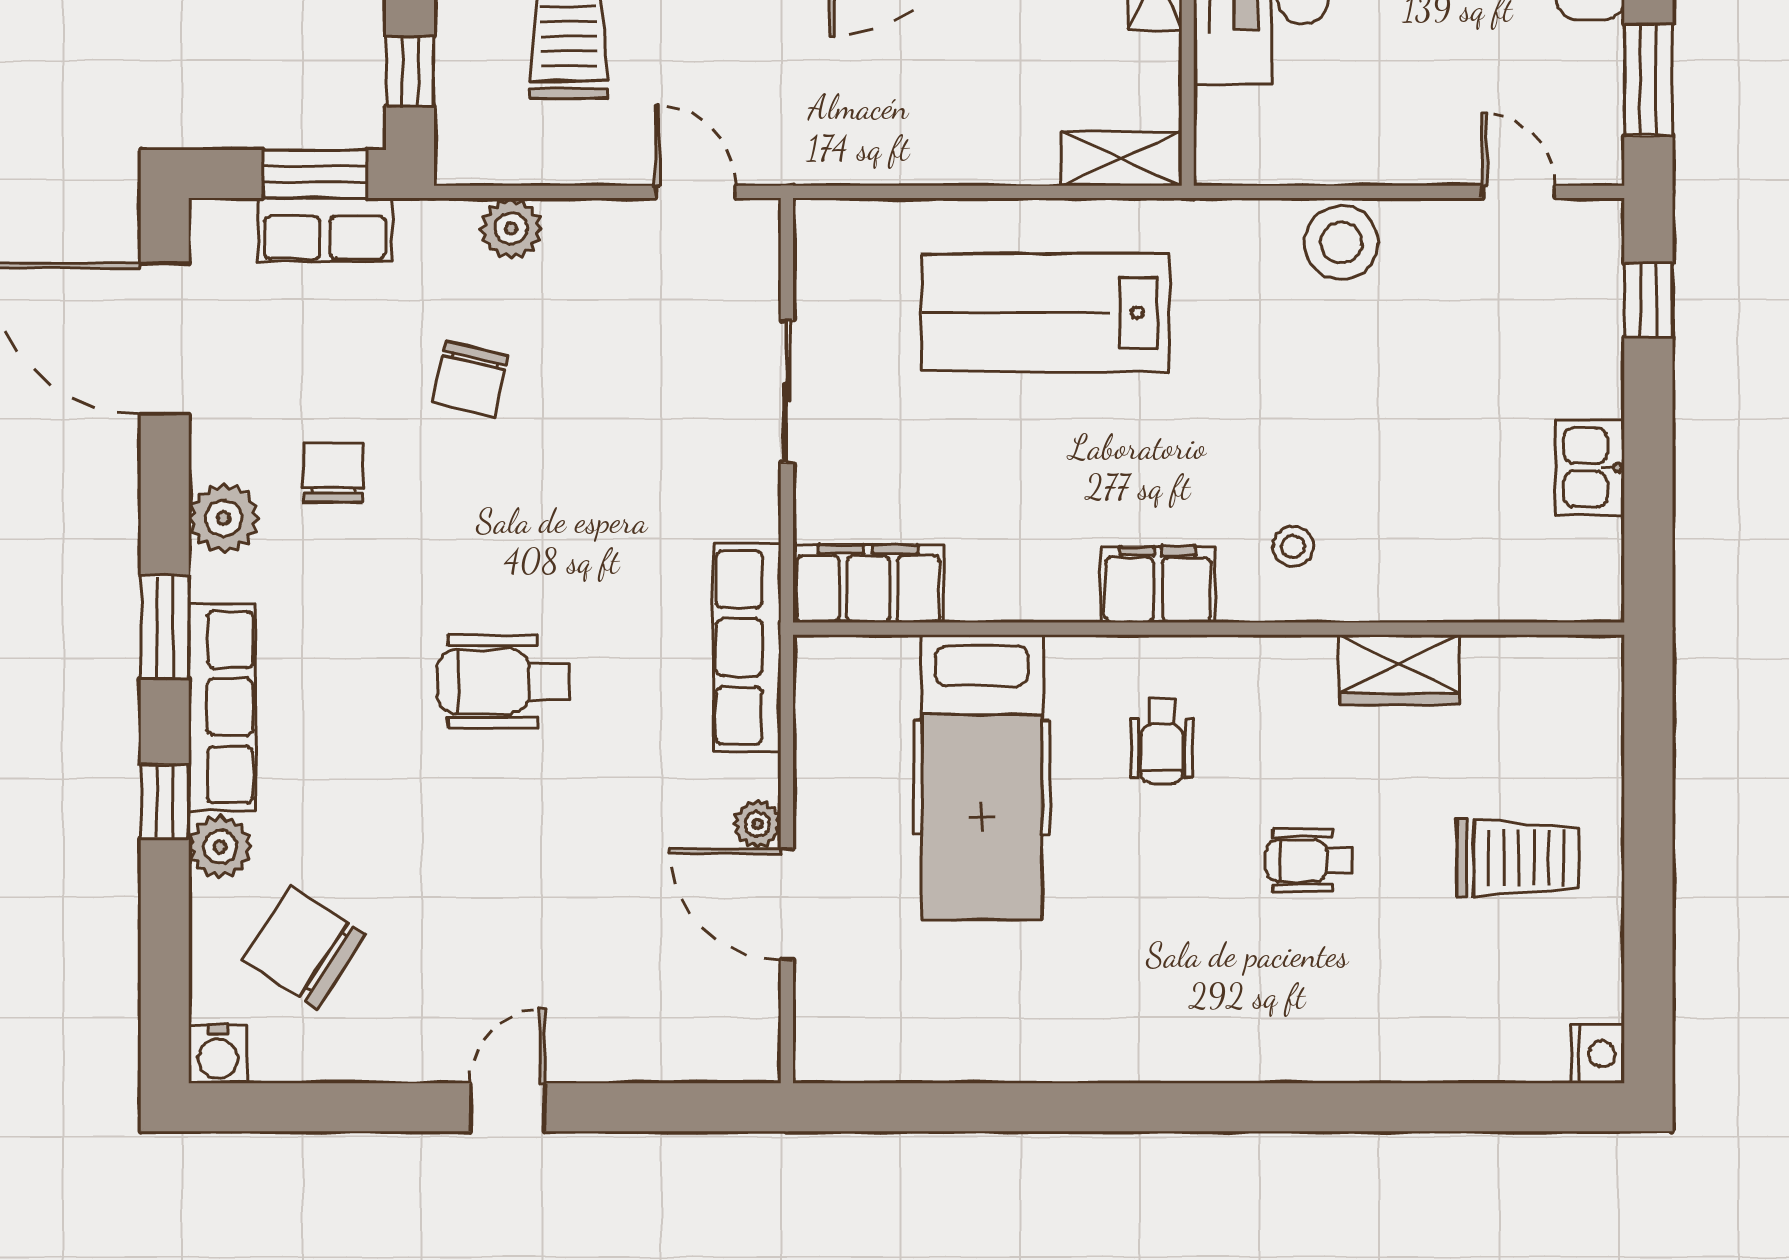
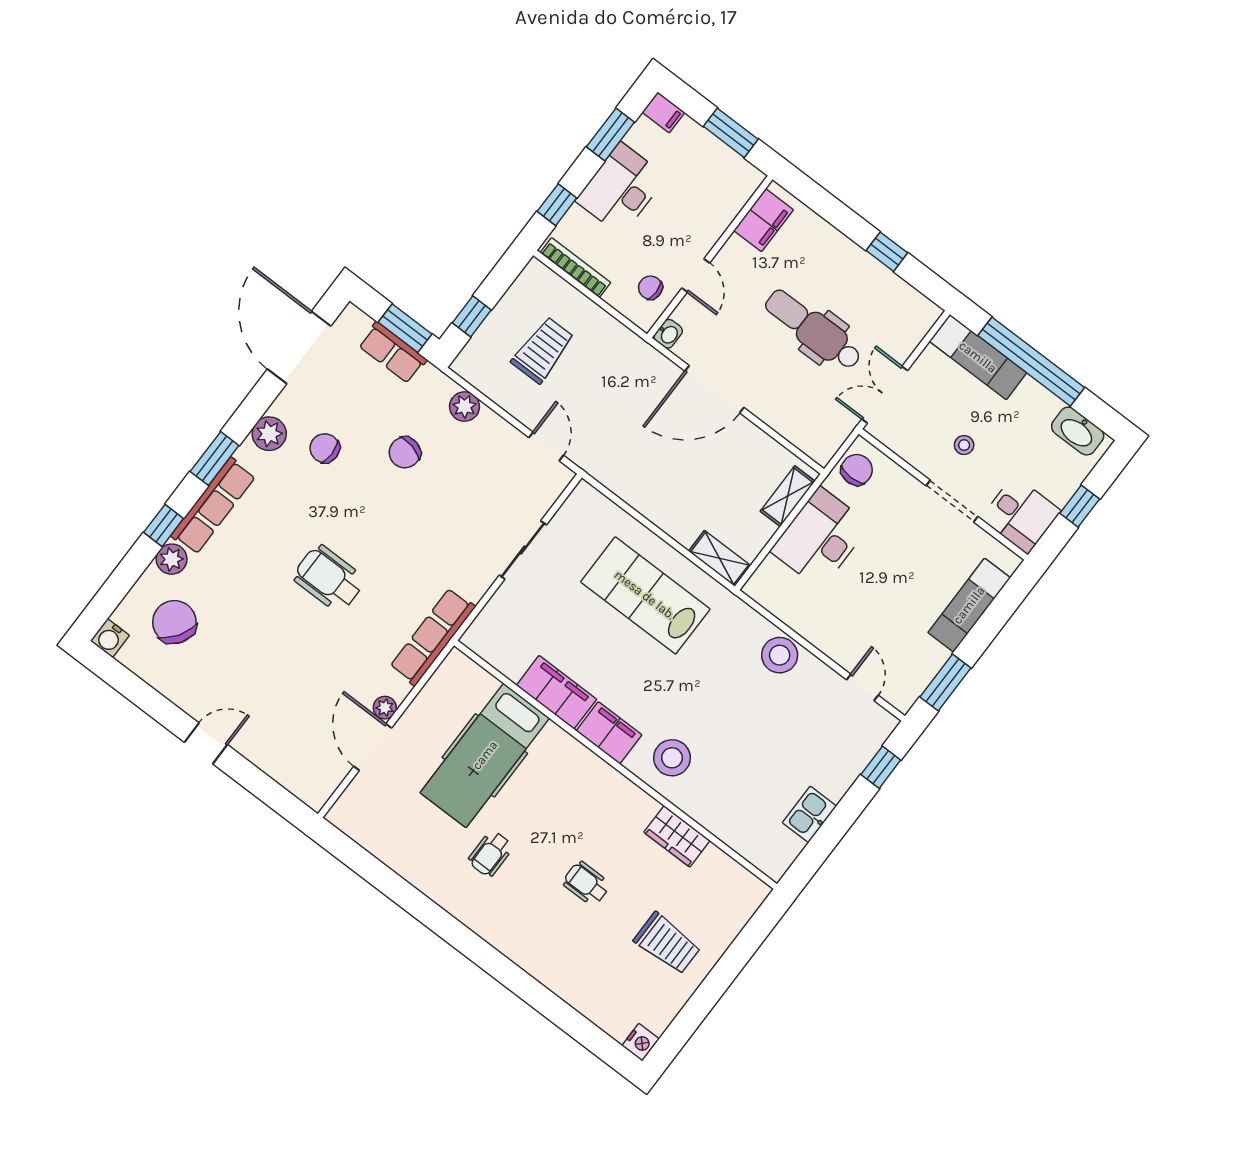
chair: (333, 472) -> (325, 448), turned -90
stool: (1293, 546) -> (672, 758), width x1.89, depth x1.89
filing cabinet: (868, 584) -> (556, 692), moved
wheelchair: (1162, 741) -> (491, 854), moved

